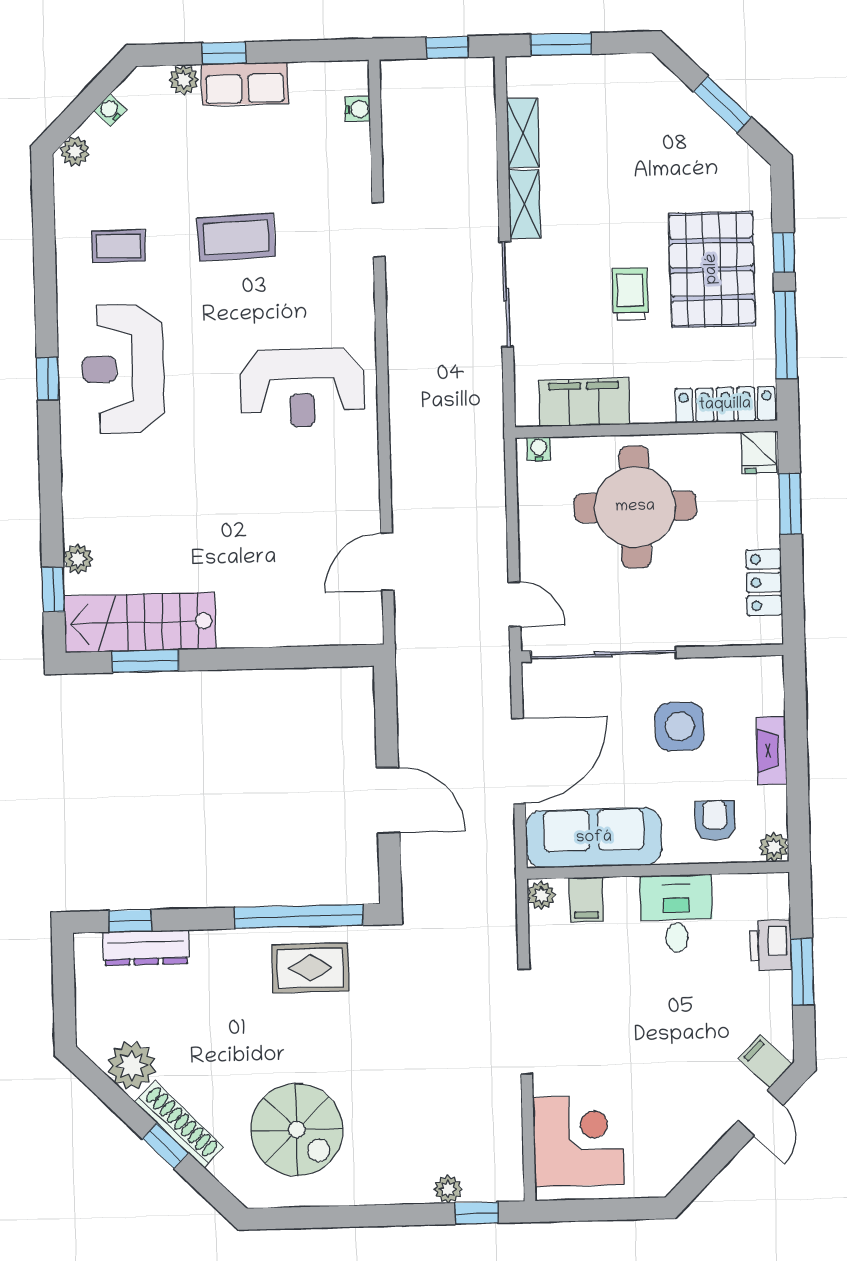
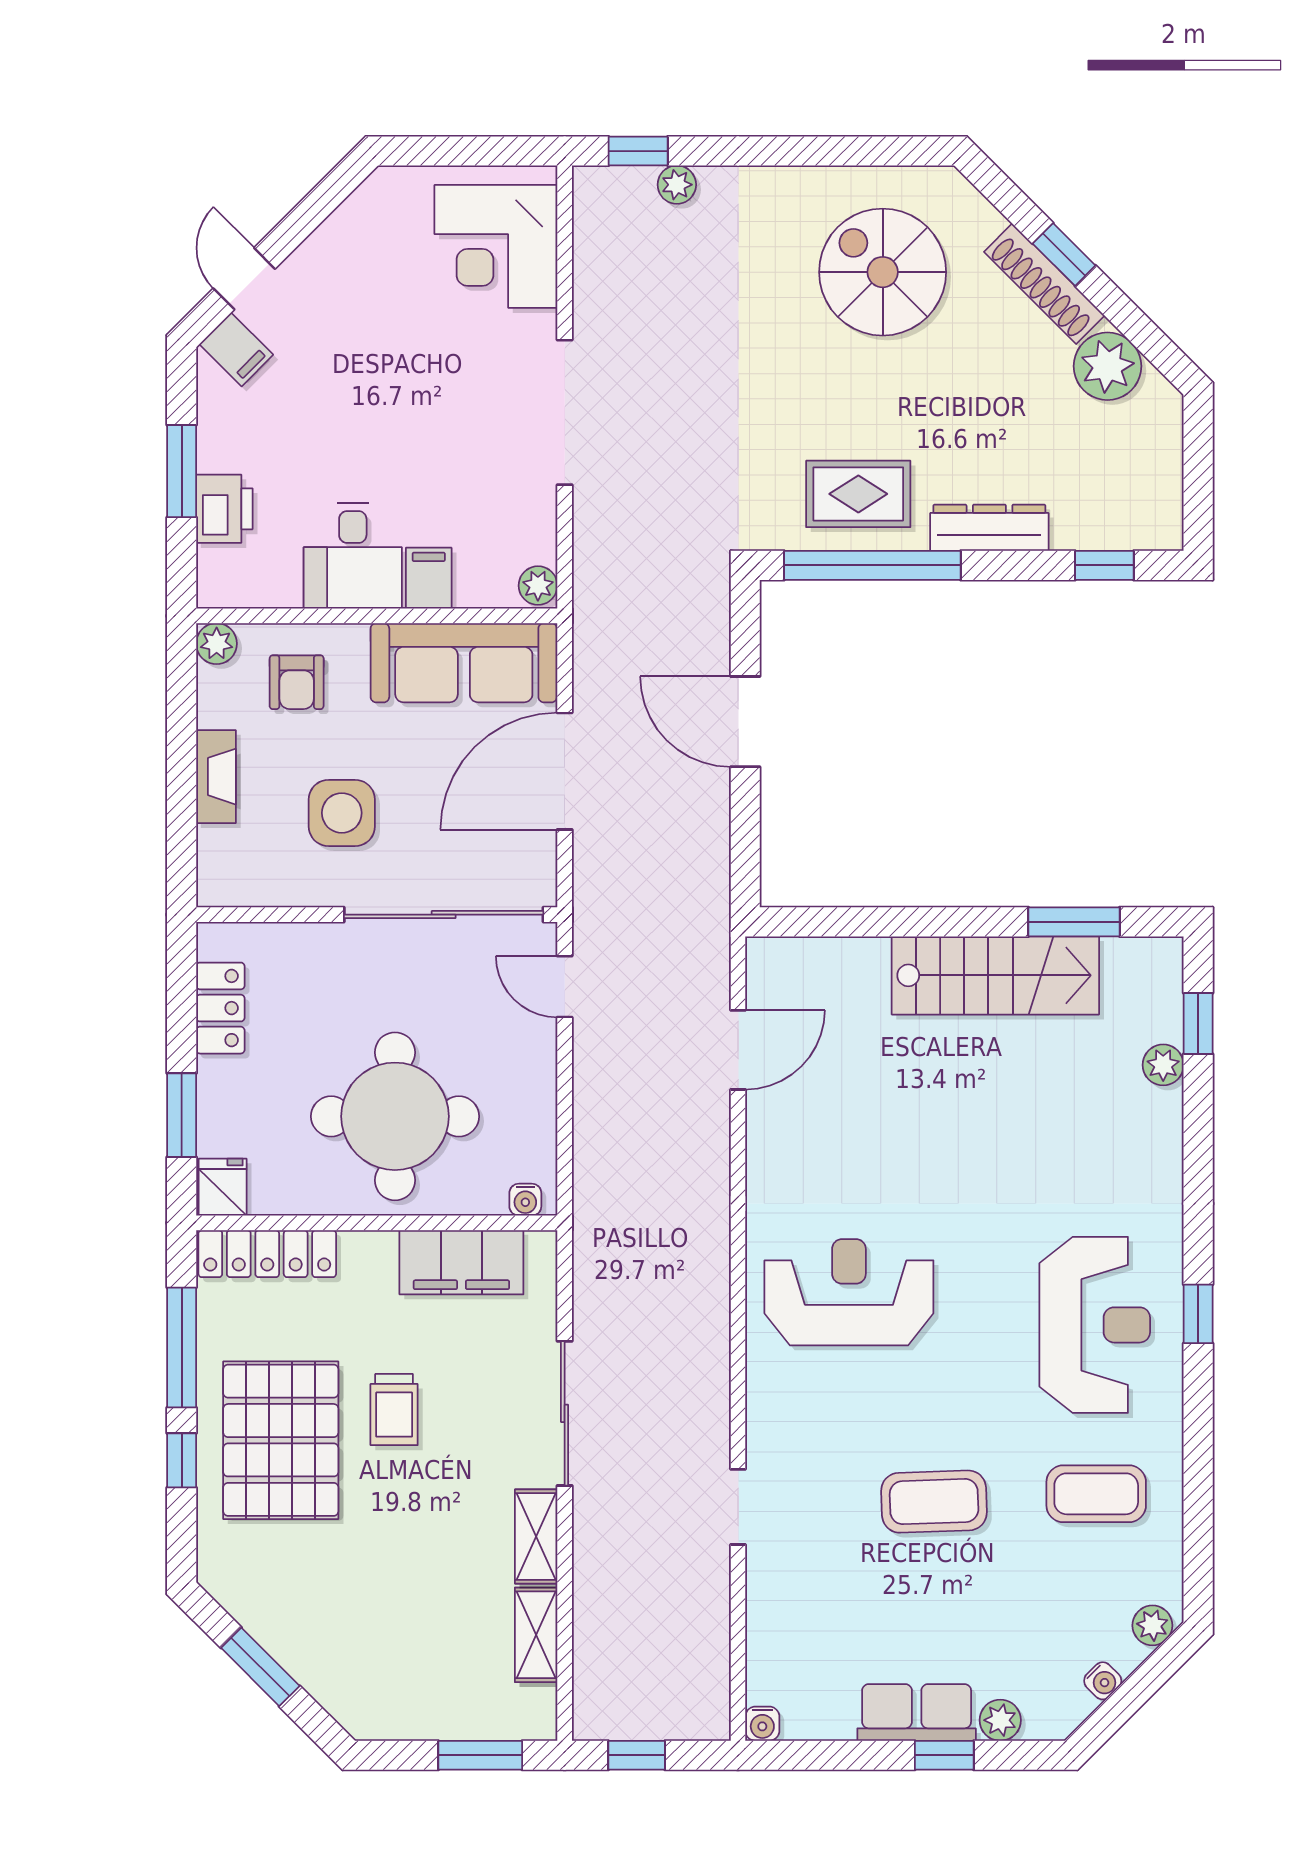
water cooler: (358, 109) -> (762, 1724), moved, turned -90
coffee table: (118, 246) -> (1096, 1494), width x1.36, depth x1.30
stairs: (140, 622) -> (995, 975), moved
filing cabinet: (586, 900) -> (429, 578), moved
dresser: (146, 948) -> (989, 528), moved

